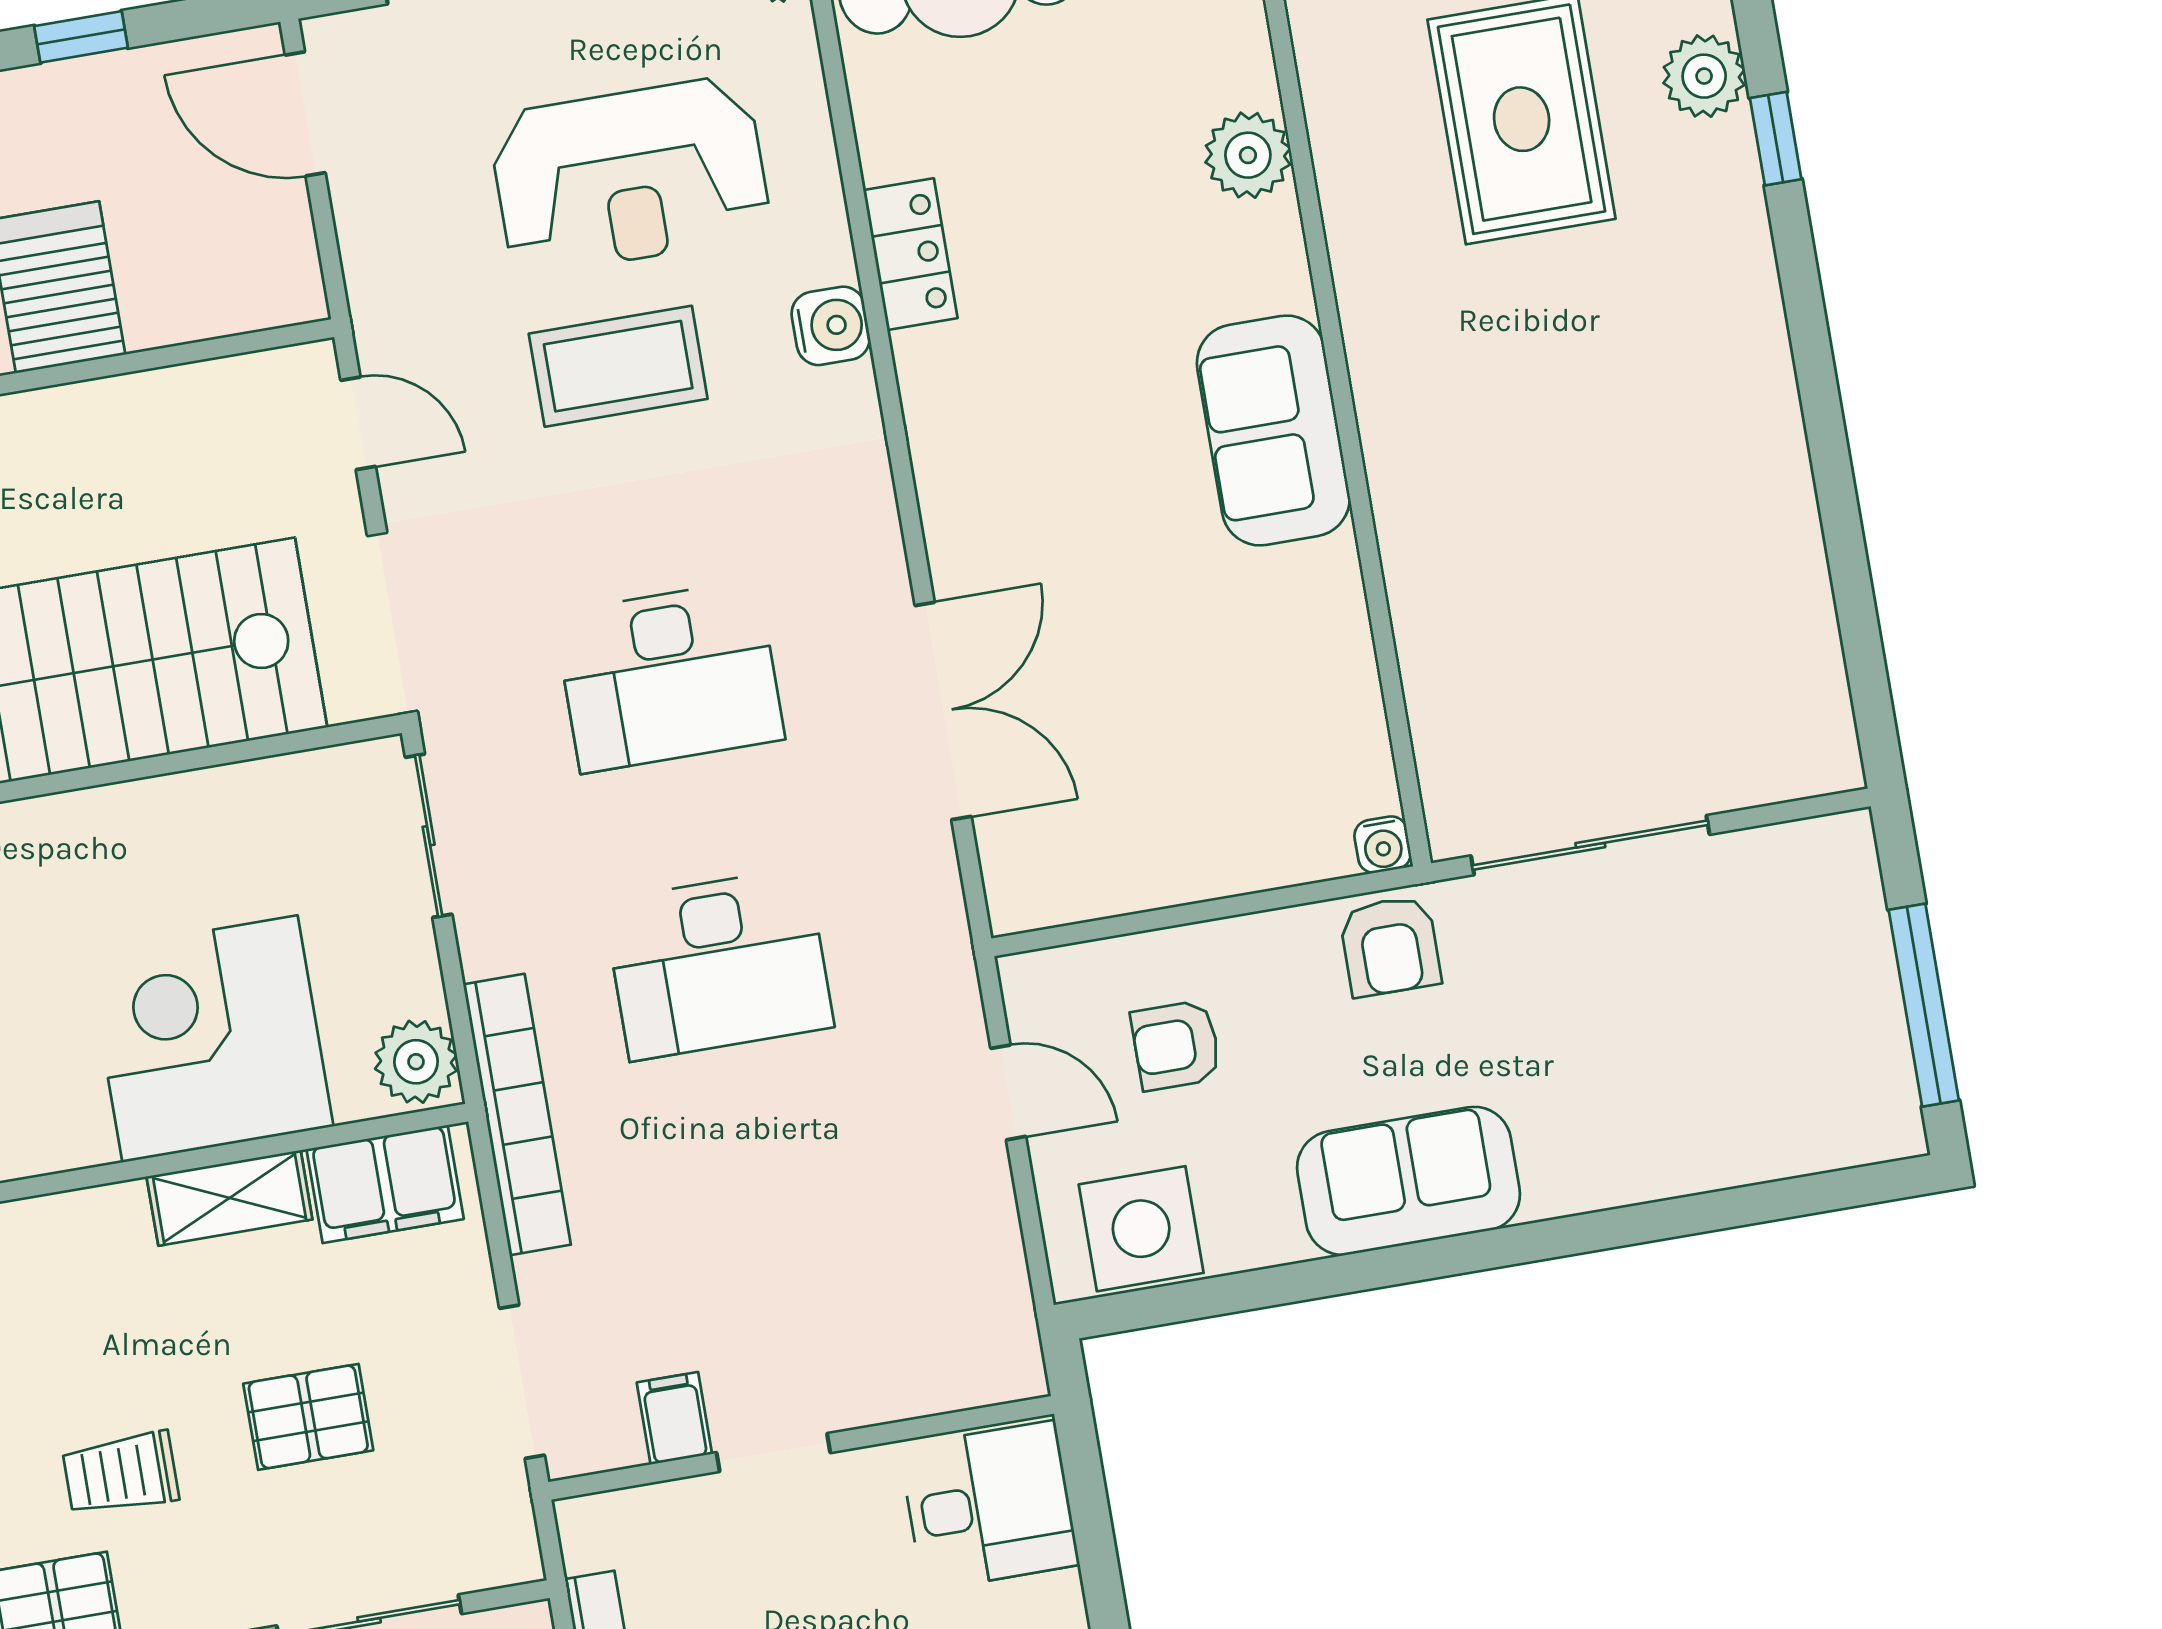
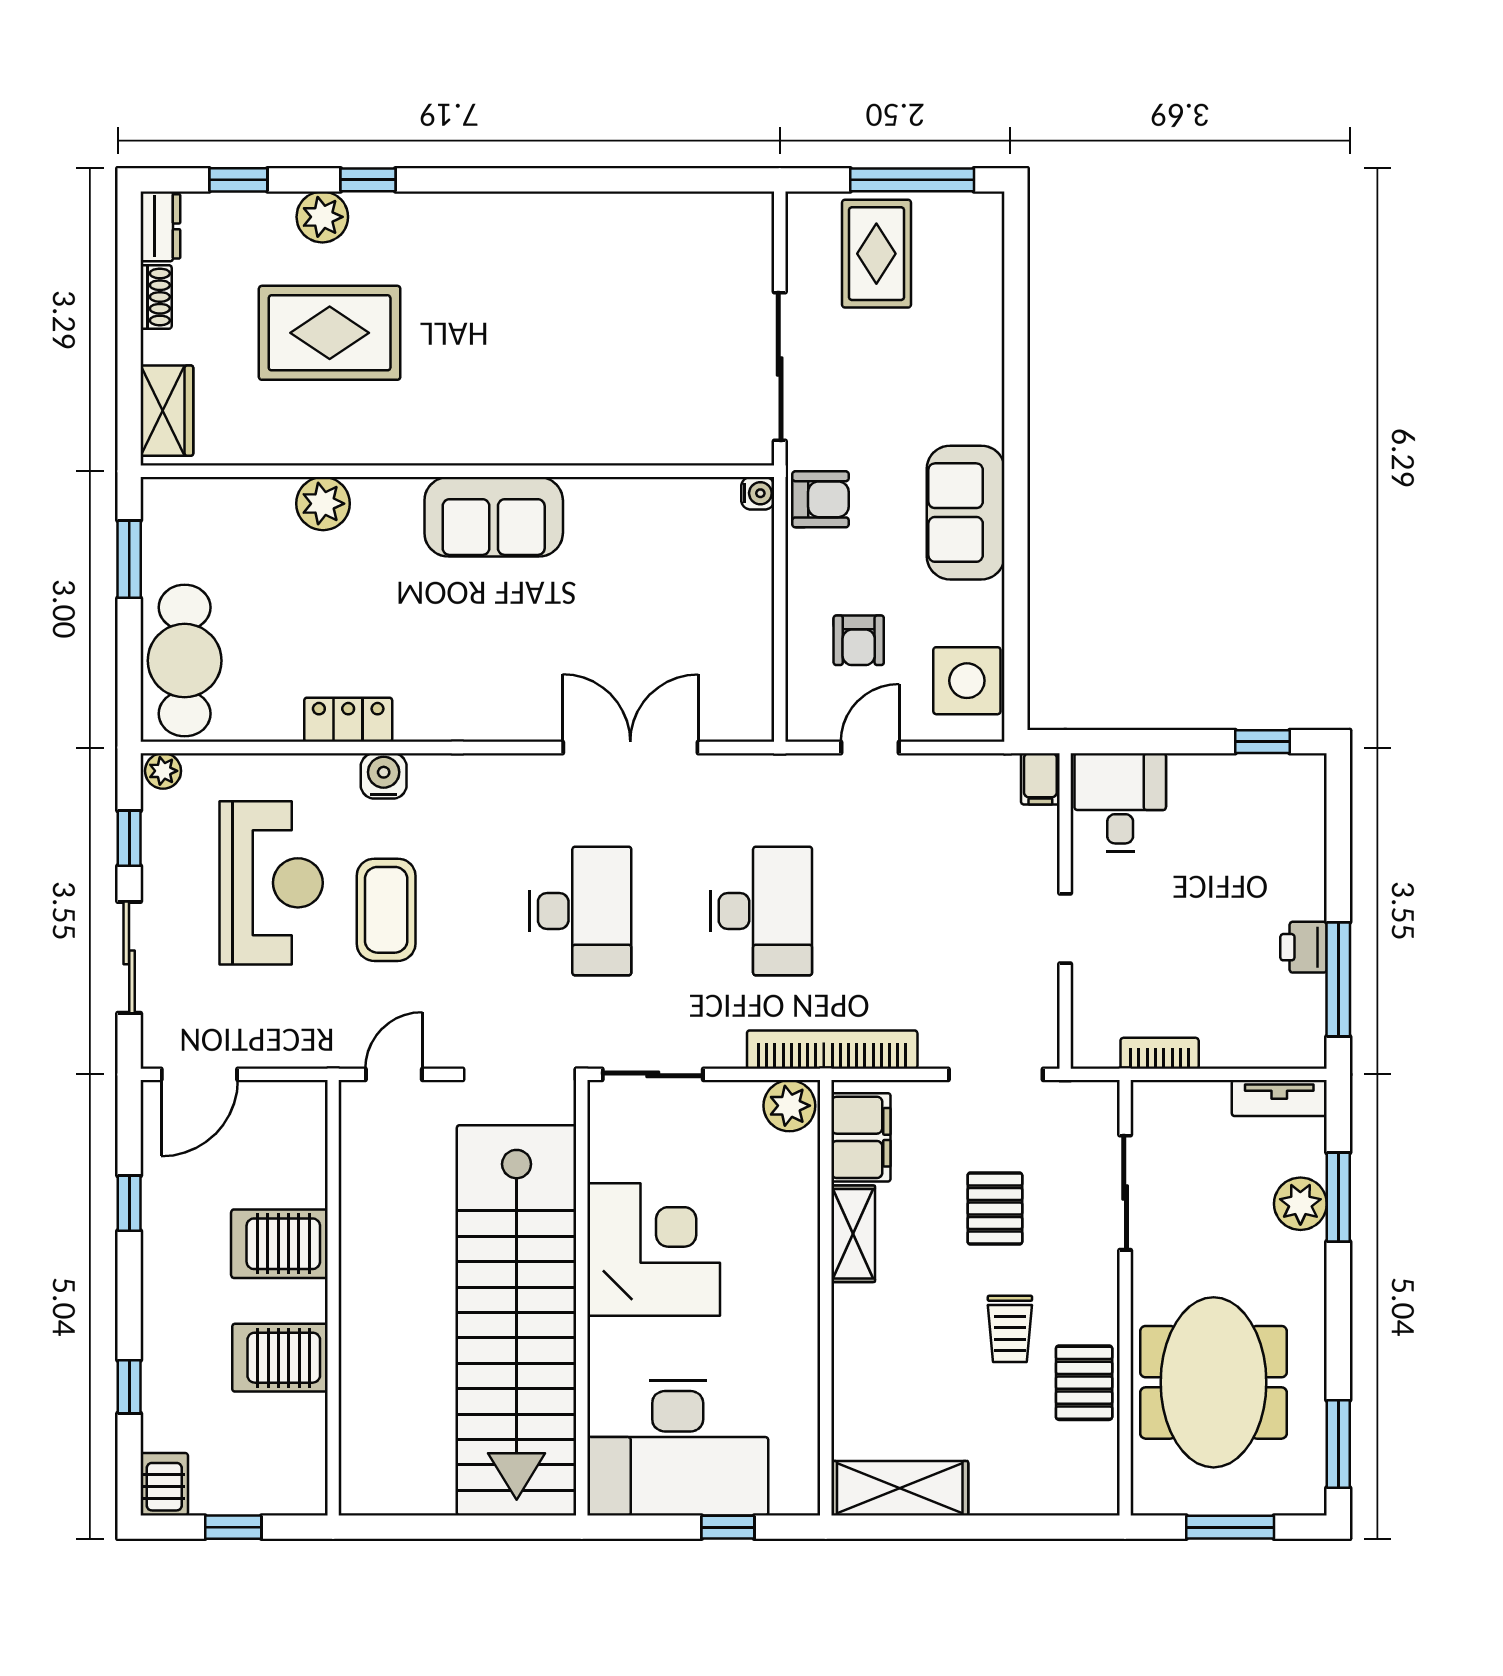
rug: (1796, 968) -> (876, 254), added
corner desk: (210, 1039) -> (654, 1249), moved, turned 180
filing cabinet: (674, 1418) -> (1040, 779), moved, turned -90

